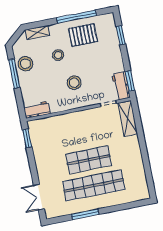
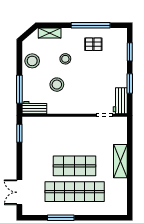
pallet: (83, 35) -> (93, 44), width x0.67, depth x0.71
window: (14, 74) -> (19, 89), moved
window: (130, 81) -> (130, 83), moved
stool: (74, 83) -> (57, 85), moved
shelving: (128, 119) -> (120, 161), moved

